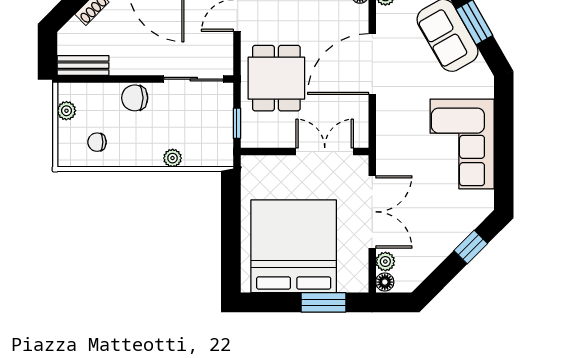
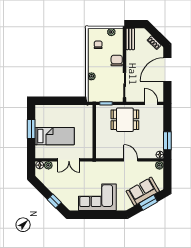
door: (372, 64) -> (131, 160), width x0.53
double door: (325, 152) -> (94, 140), removed
double door: (372, 212) -> (69, 160), width x0.73
bed: (294, 246) -> (55, 136), width x0.49
window: (323, 302) -> (31, 129), moved

